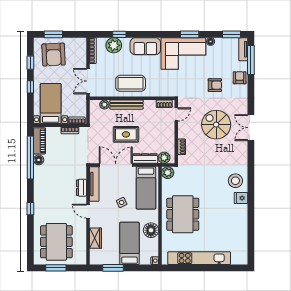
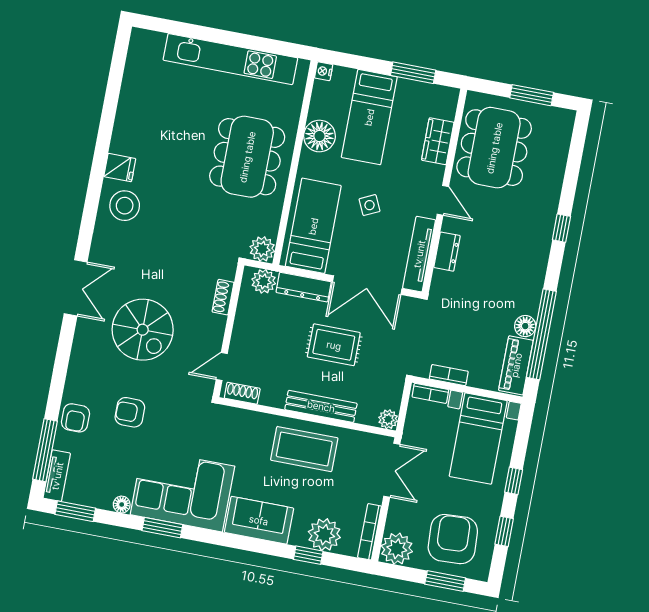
plant: (79, 45) -> (397, 549), added
plant: (104, 105) -> (388, 419), moved
double door: (251, 128) -> (76, 288), moved
dining table: (56, 242) -> (494, 148), moved

